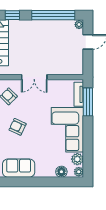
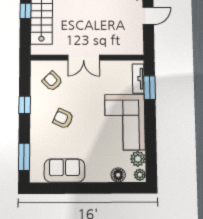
window: (88, 102) -> (150, 88), width x0.69

